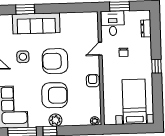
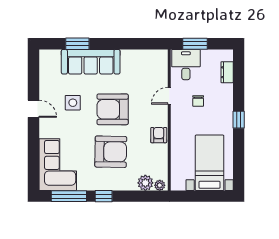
plant: (55, 120) -> (145, 183), moved

